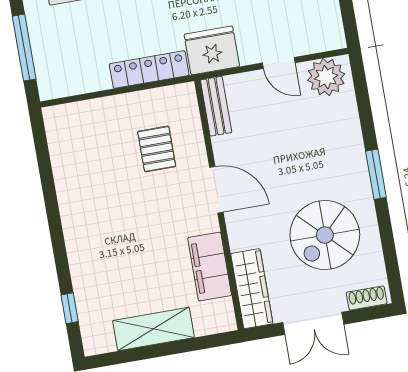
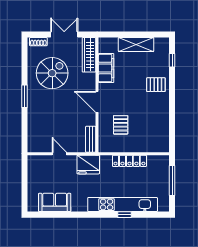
locker: (149, 70) -> (129, 161), moved
plant: (326, 77) -> (39, 144), removed
pallet: (95, 249) -> (156, 85), added

